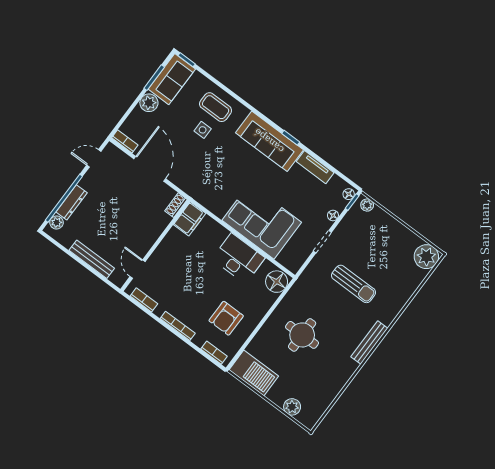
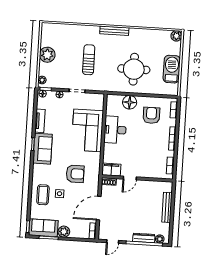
sofa: (269, 141) -> (43, 149), width x0.73
door: (94, 158) -> (113, 242), hinge flipped
armchair: (215, 168) -> (75, 174), added
plant: (426, 257) -> (47, 55), moved
door: (138, 269) -> (130, 178), moved
floor lamp: (277, 282) -> (130, 102), moved
armchair: (226, 318) -> (151, 115), turned -90
round table: (302, 335) -> (134, 69), width x1.36, depth x1.36
barbecue: (254, 373) -> (172, 69), moved
plant: (292, 407) -> (176, 36), moved

